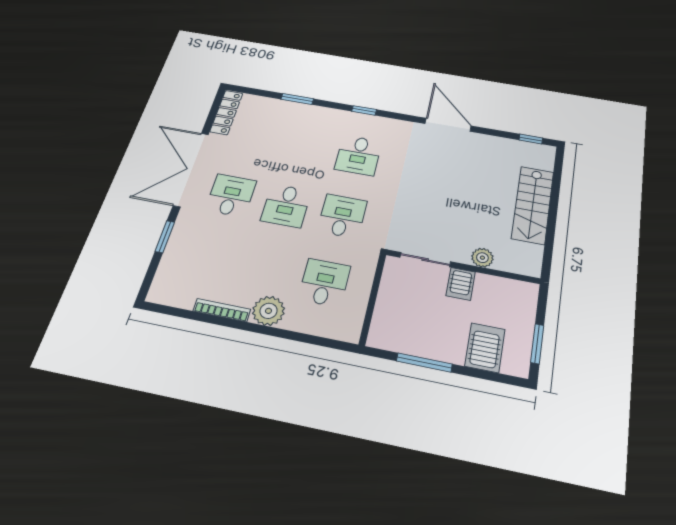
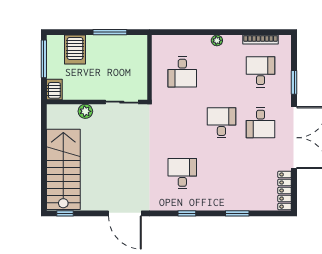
stairs: (533, 205) -> (63, 169), width x1.36, depth x1.51
desk: (342, 216) -> (261, 72), moved, turned 180
server rack: (461, 284) -> (54, 90), moved
bookcase: (222, 310) -> (261, 40), moved
plant: (268, 311) -> (217, 40), width x0.53, depth x0.53
window: (537, 344) -> (44, 59), width x1.44

